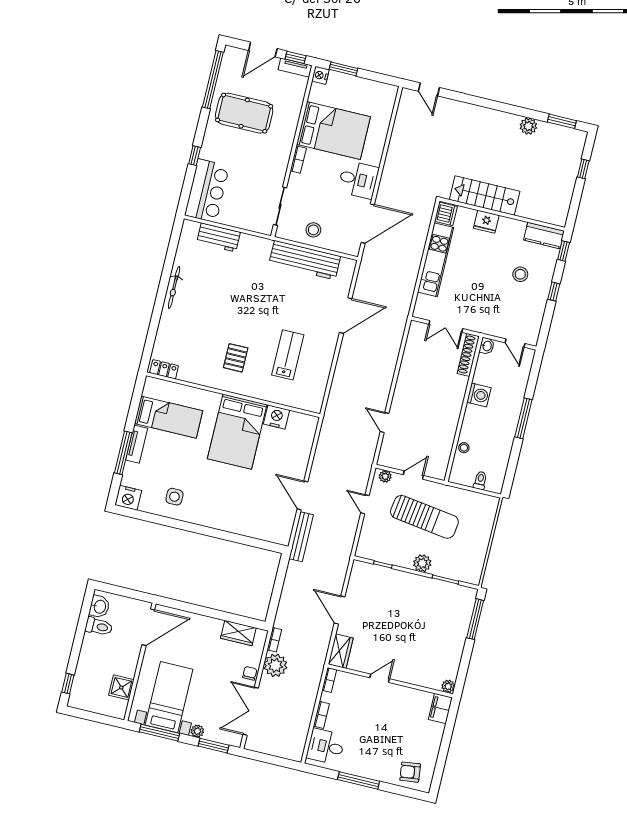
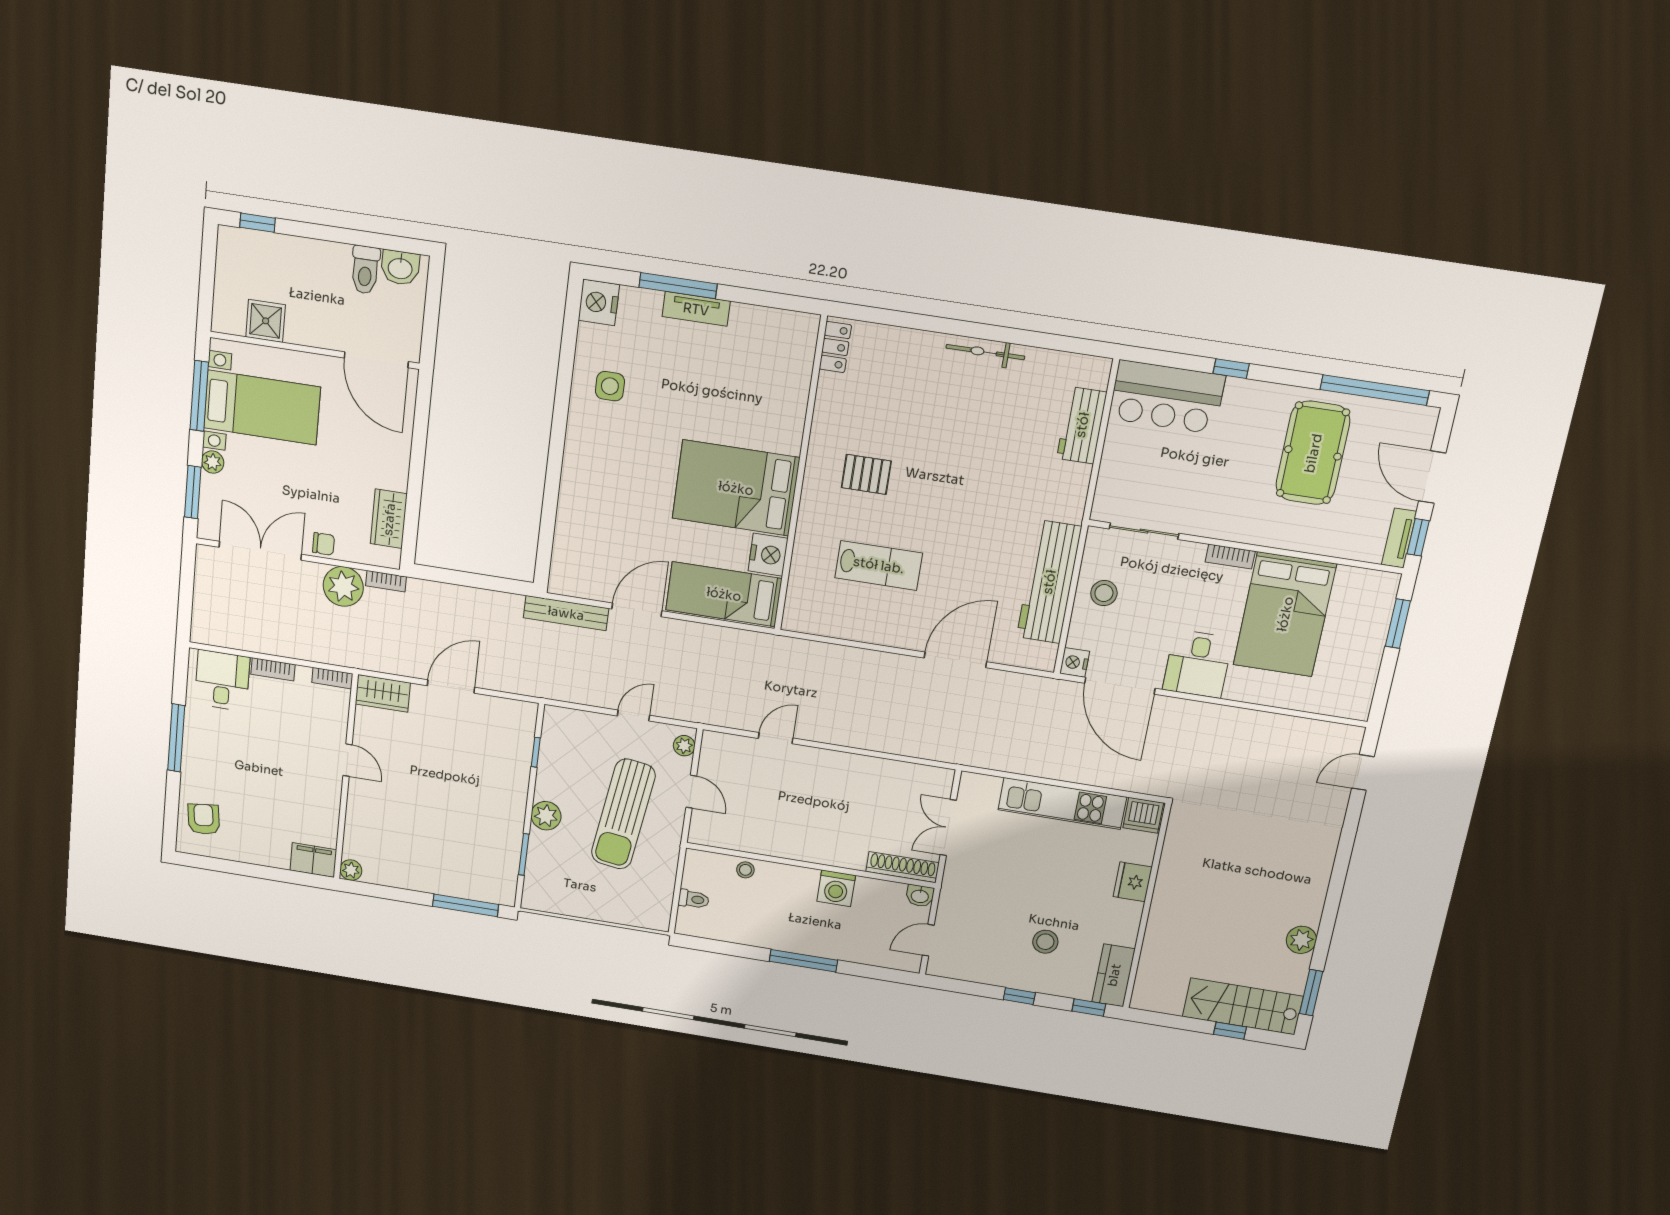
nightstand: (320, 75) -> (1075, 662), moved, turned -90
stairs: (485, 195) -> (1243, 1006), moved, turned -90
door: (346, 315) -> (955, 660), swing flipped
bed: (168, 417) -> (724, 594), moved, turned 90

